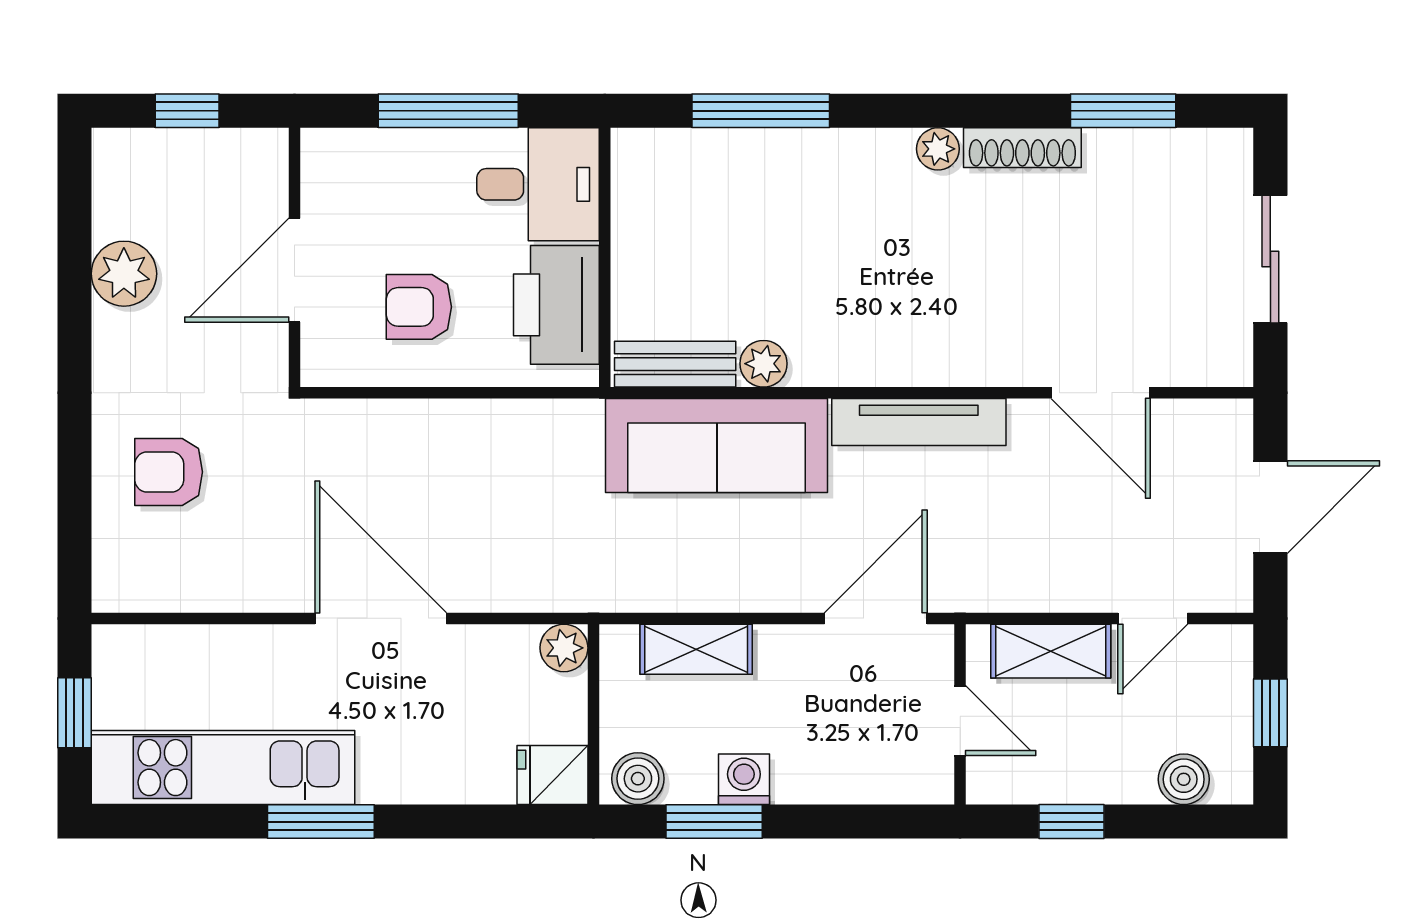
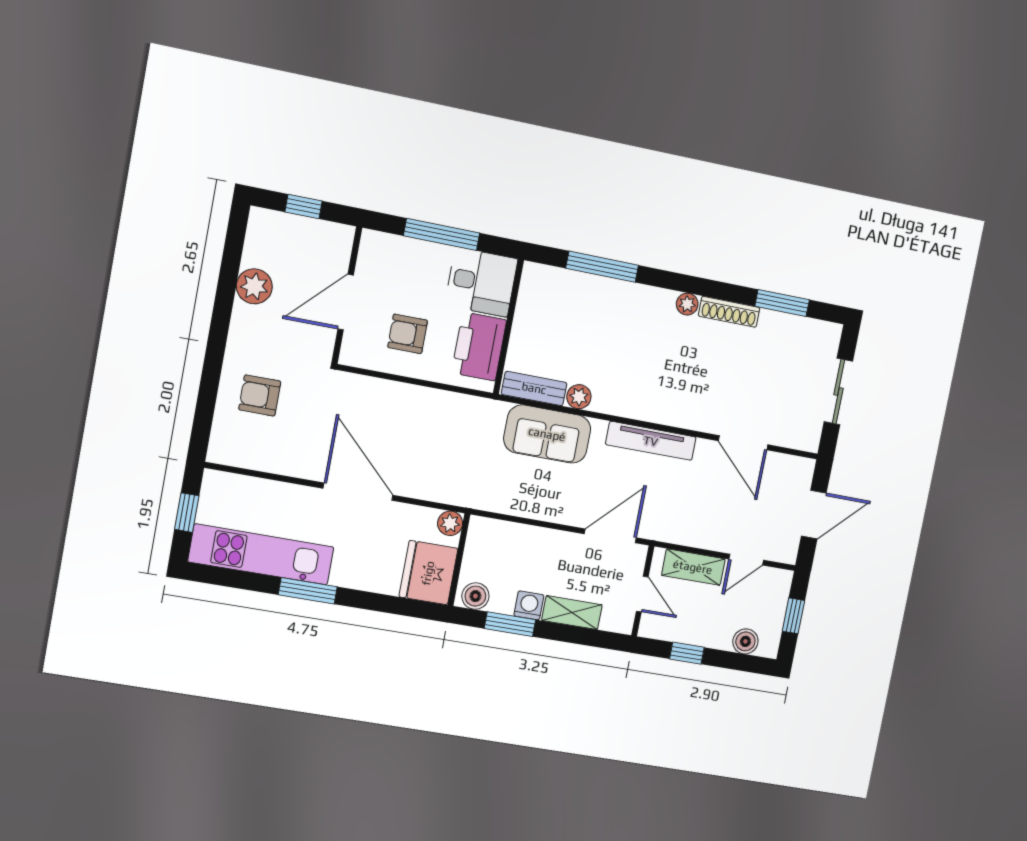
sofa: (717, 446) -> (547, 434), width x0.73
shelving: (696, 649) -> (572, 613), moved
fridge: (552, 775) -> (428, 573), width x1.88, depth x1.34

